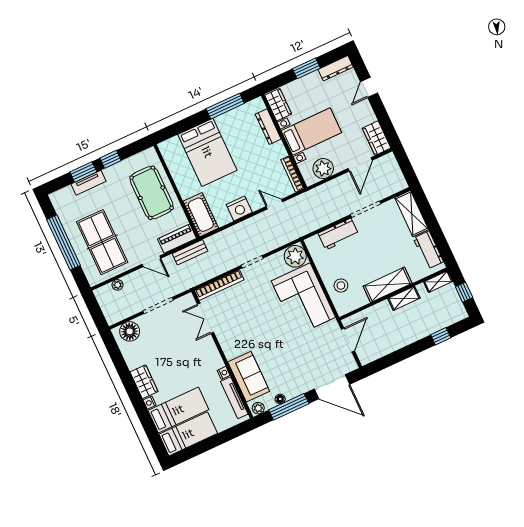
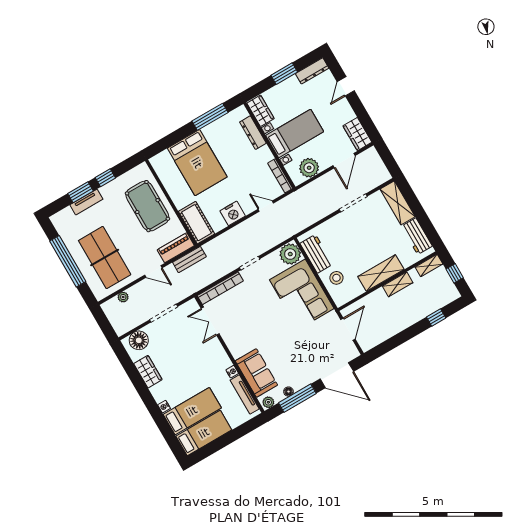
workbench: (338, 234) -> (316, 254), moved, turned -90
wardrobe: (144, 382) -> (148, 372), moved

